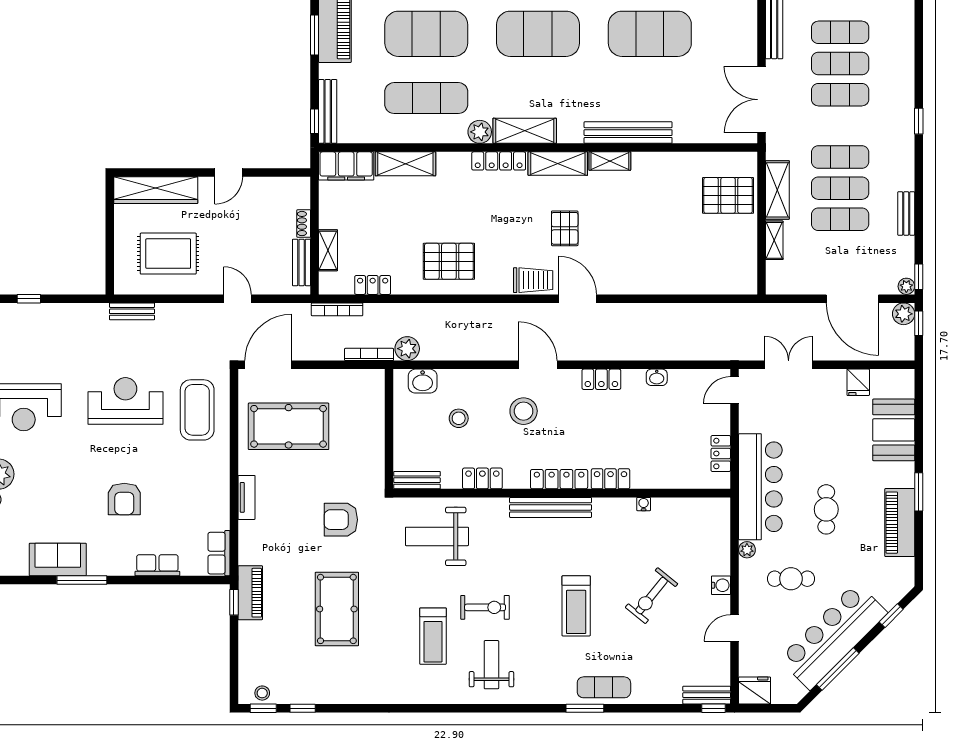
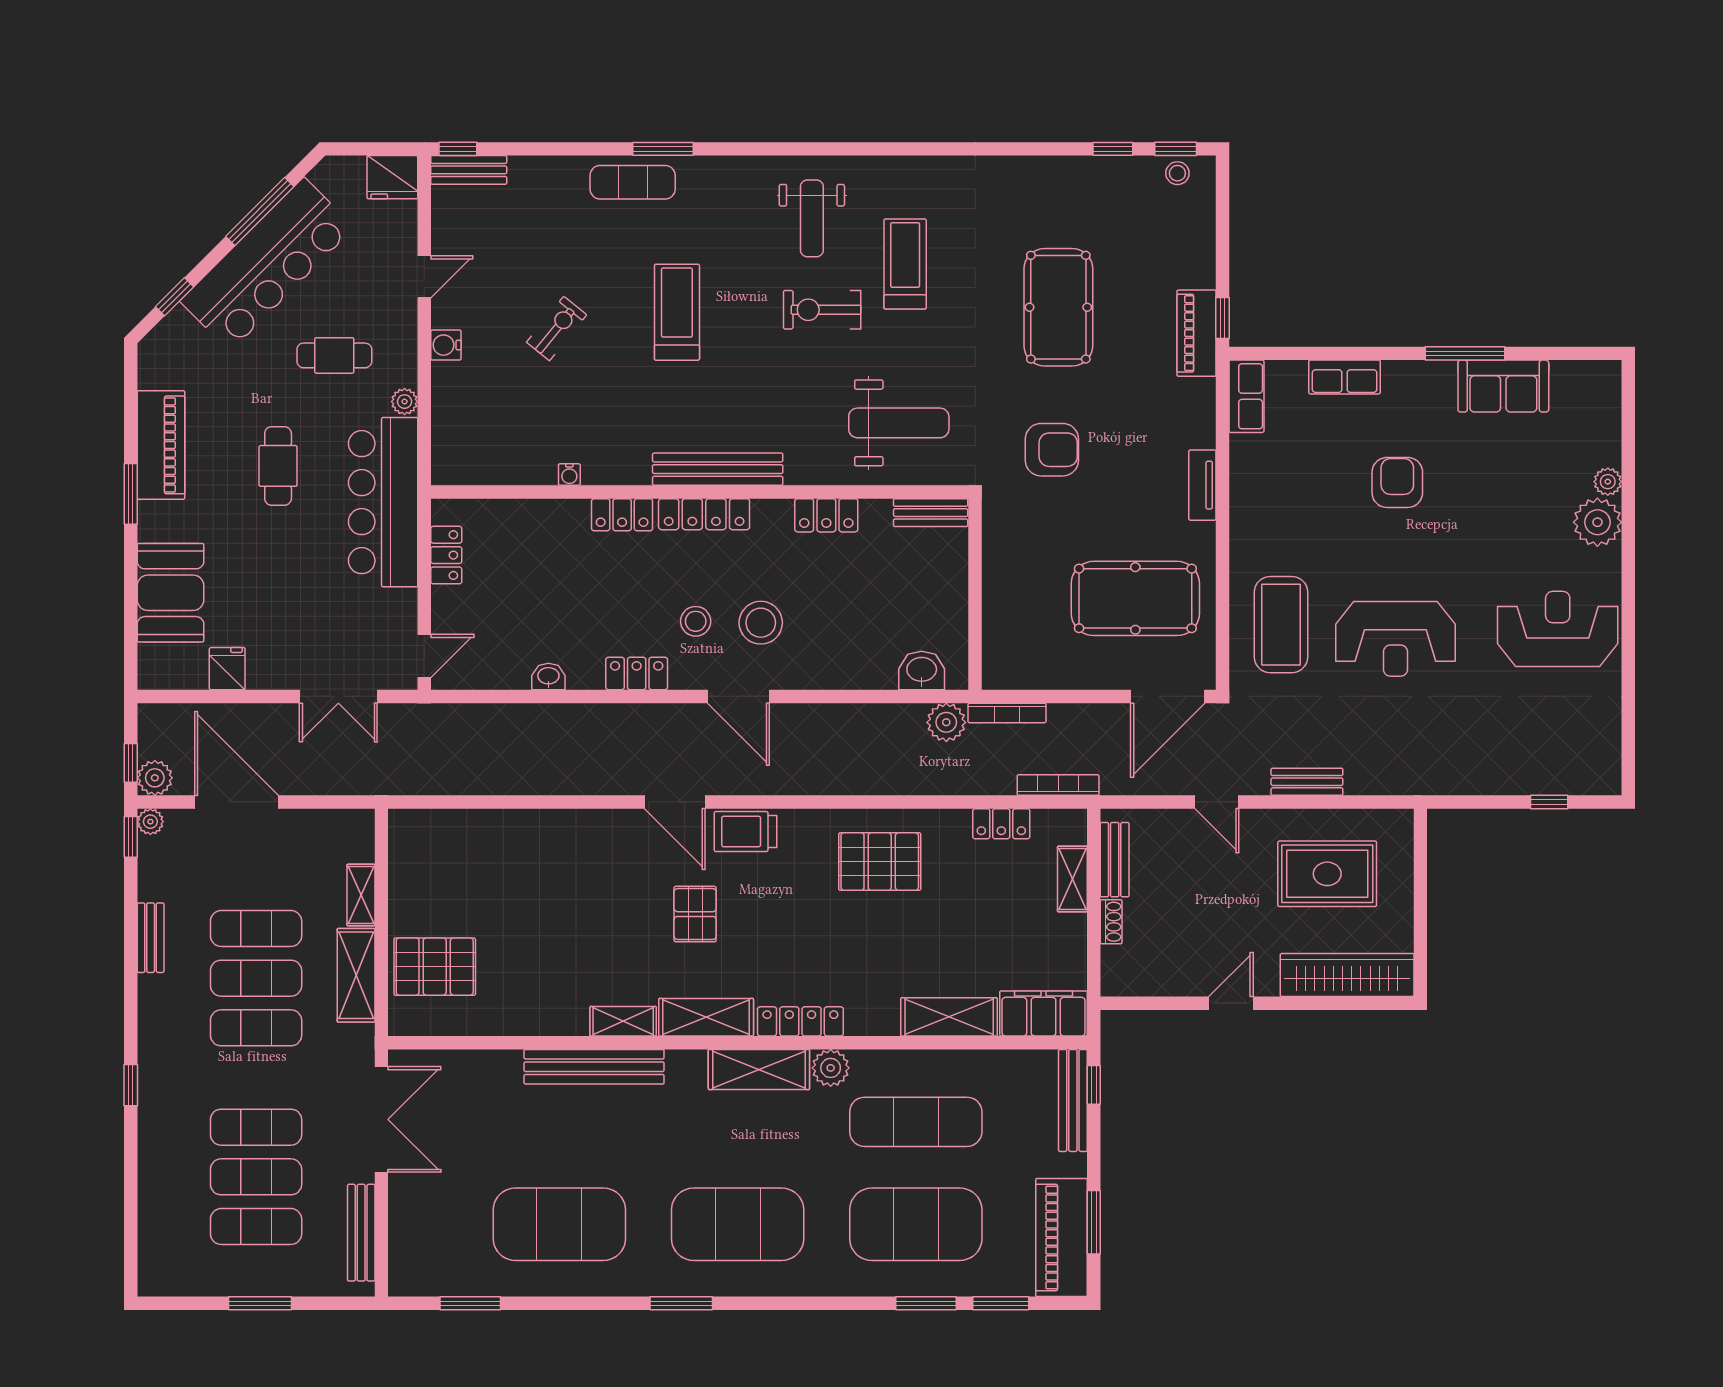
bench: (132, 311) -> (1307, 782), moved
stool: (459, 418) -> (696, 621), moved
exercise bike: (652, 596) -> (557, 328), width x0.73, depth x0.72

